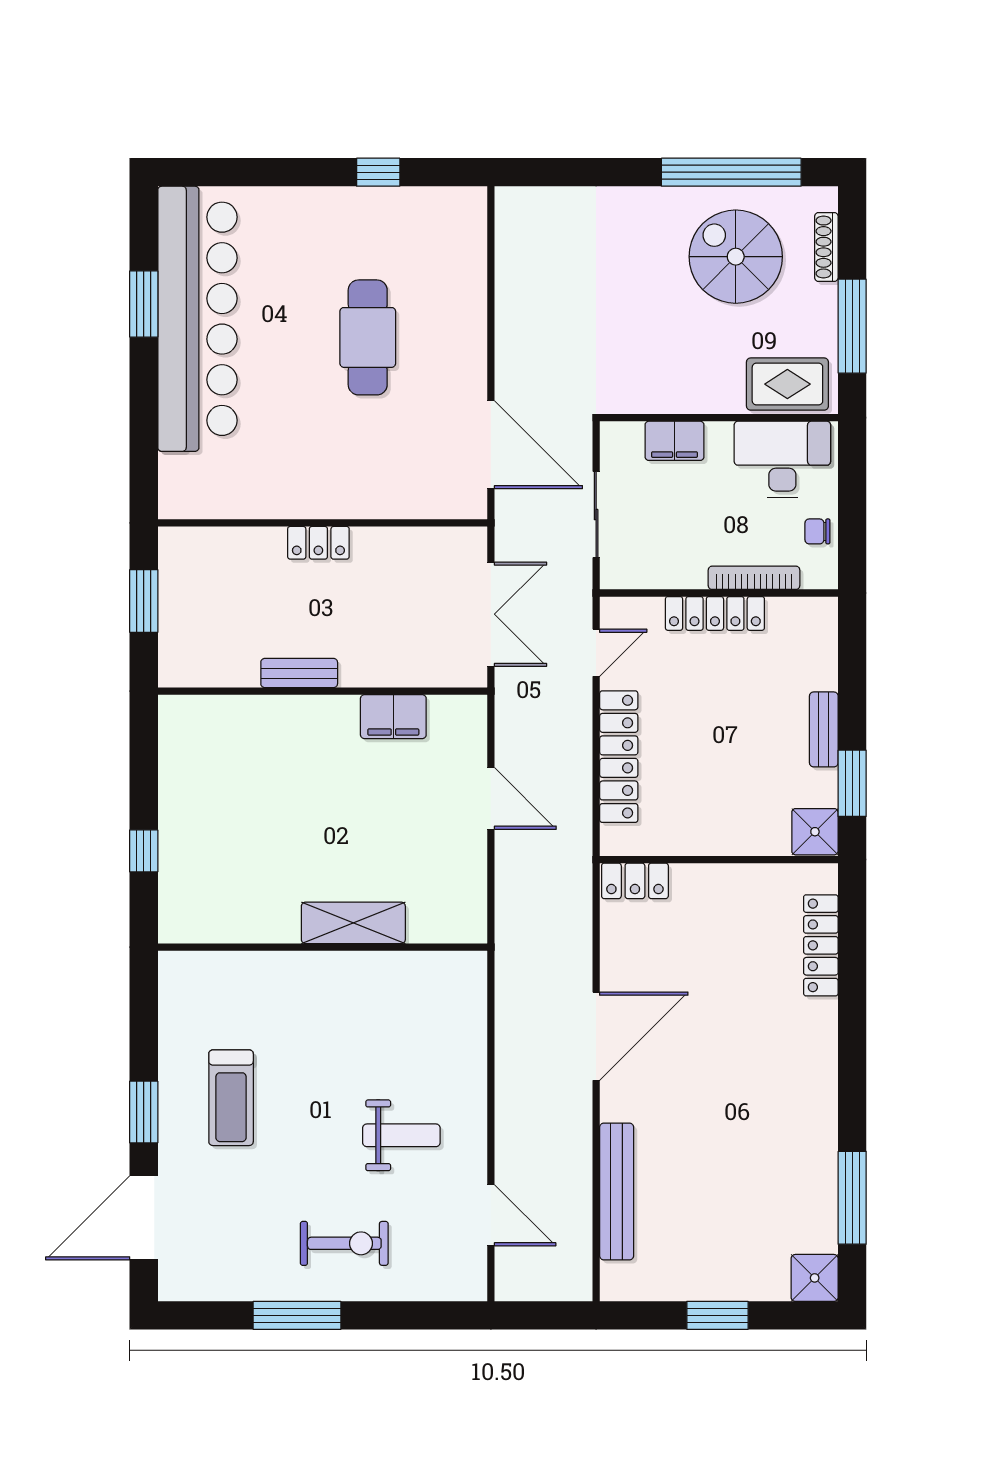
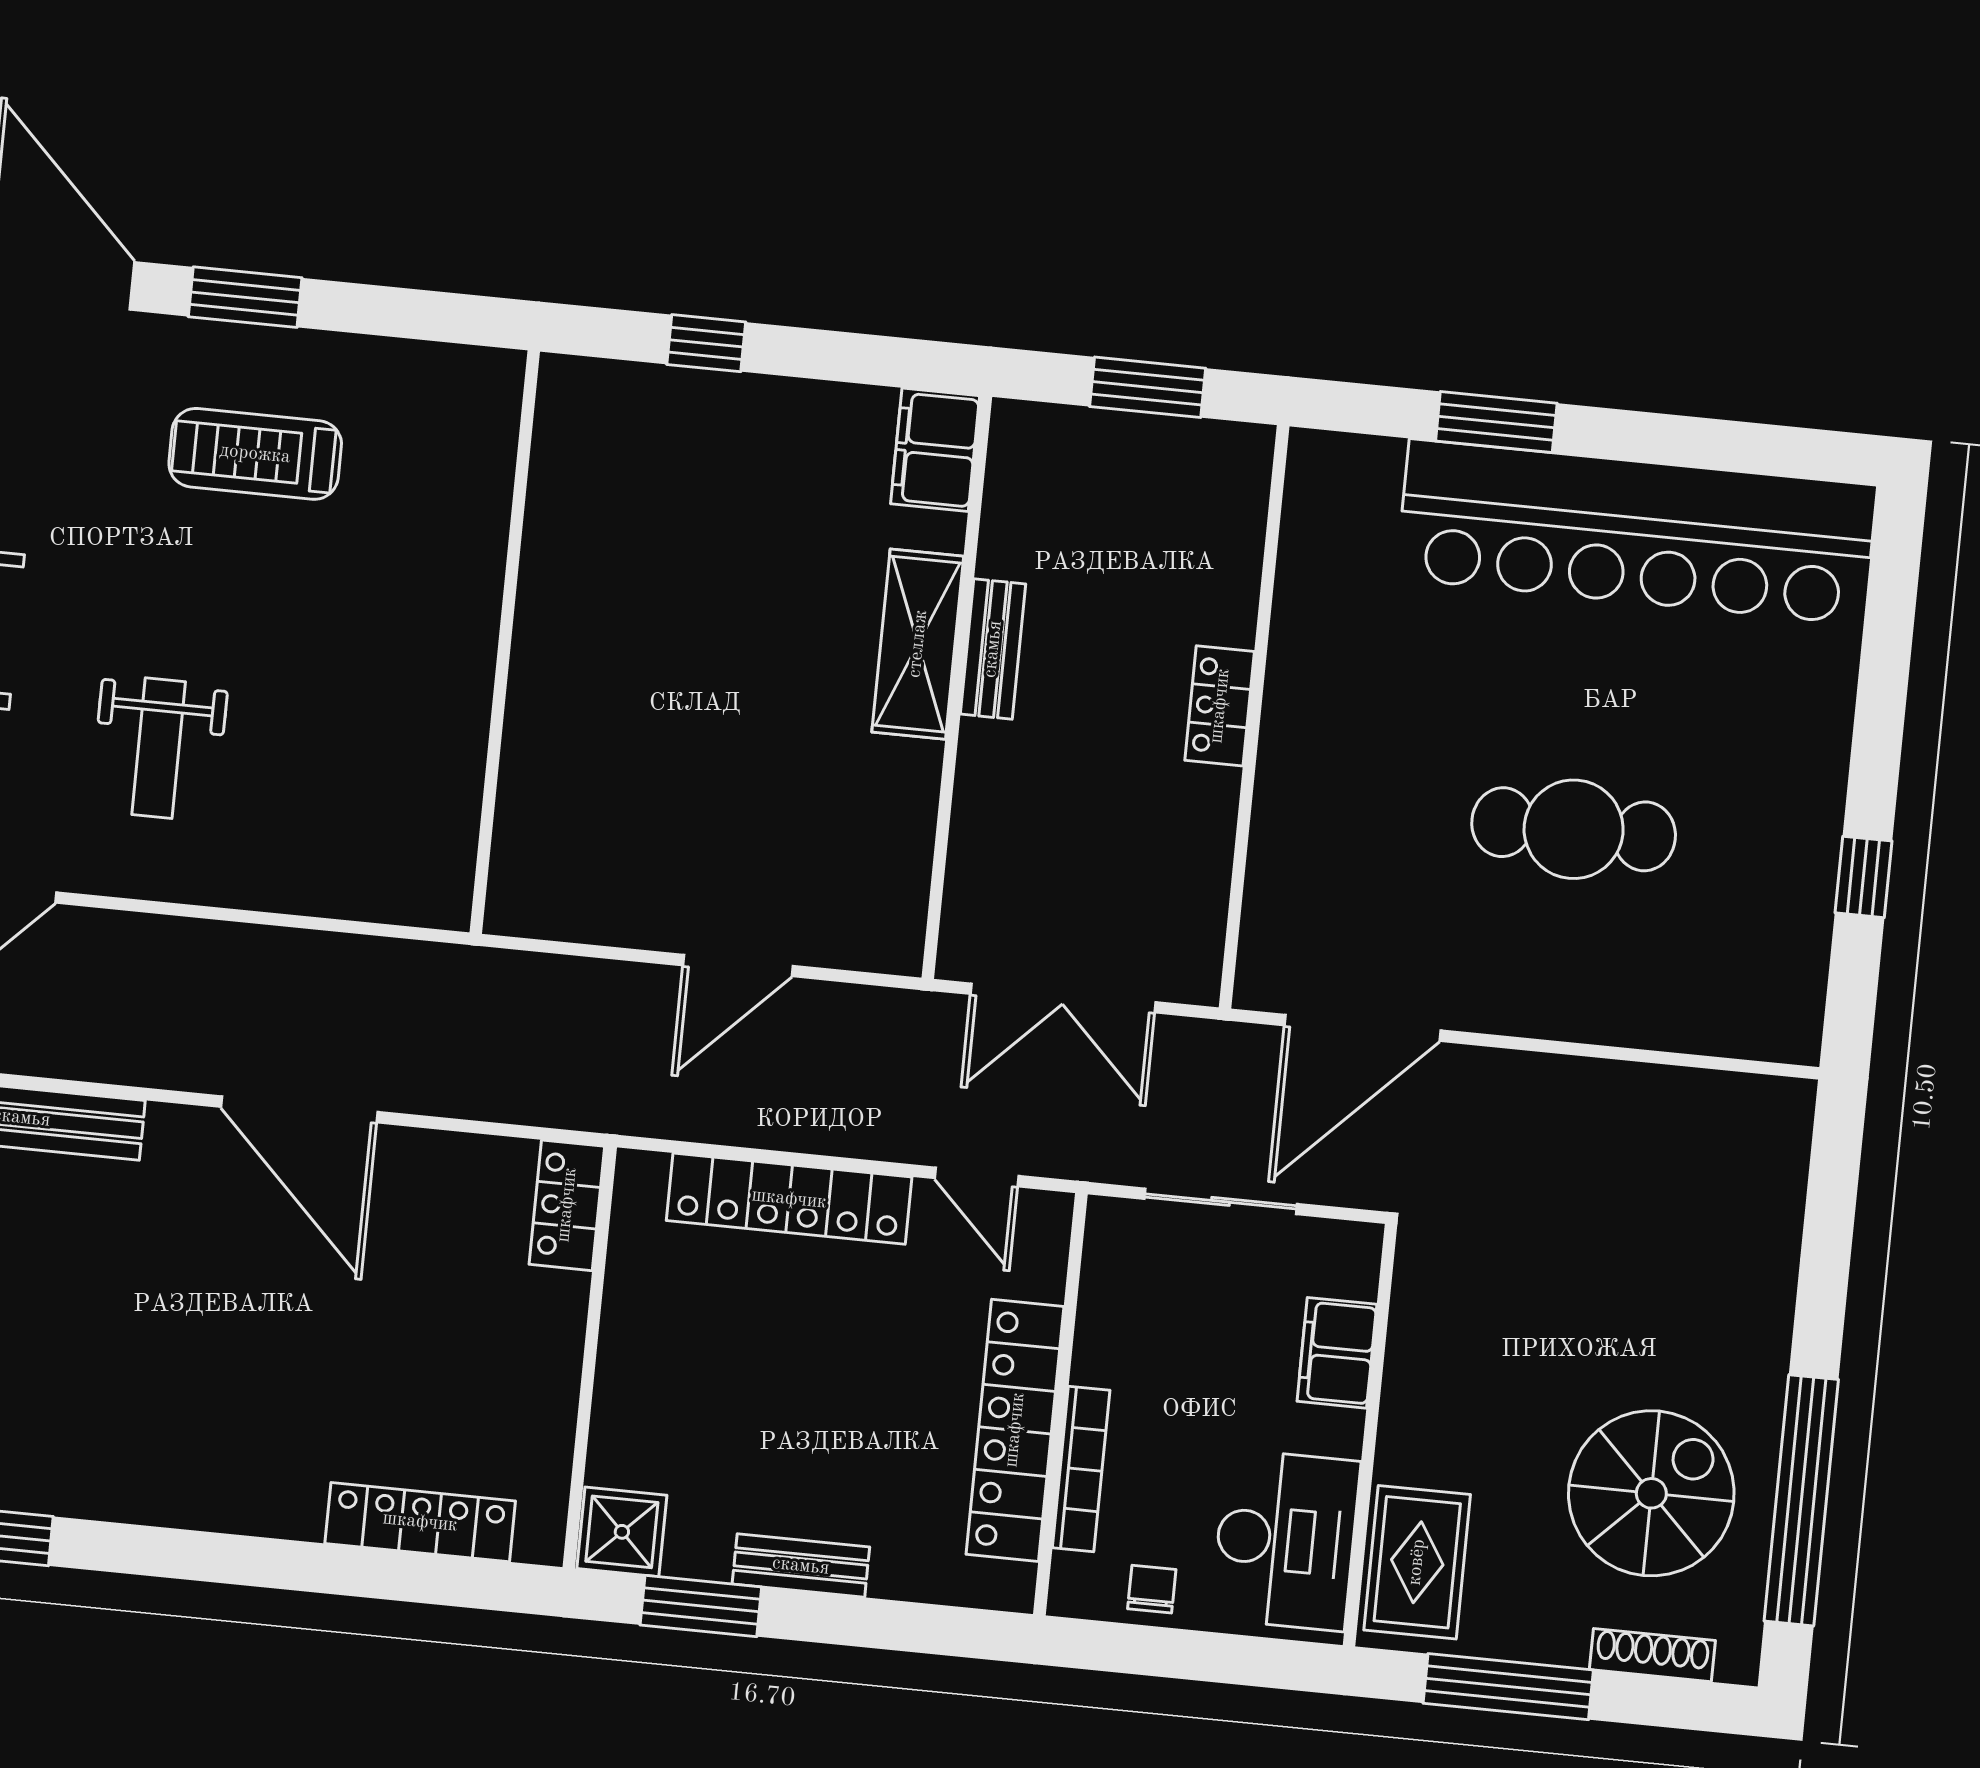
window: (144, 304) -> (1496, 422), moved
locker: (715, 613) -> (1015, 1430), width x1.41, depth x1.21
filing cabinet: (393, 717) -> (935, 450), moved
shelving: (353, 923) -> (918, 644), moved

